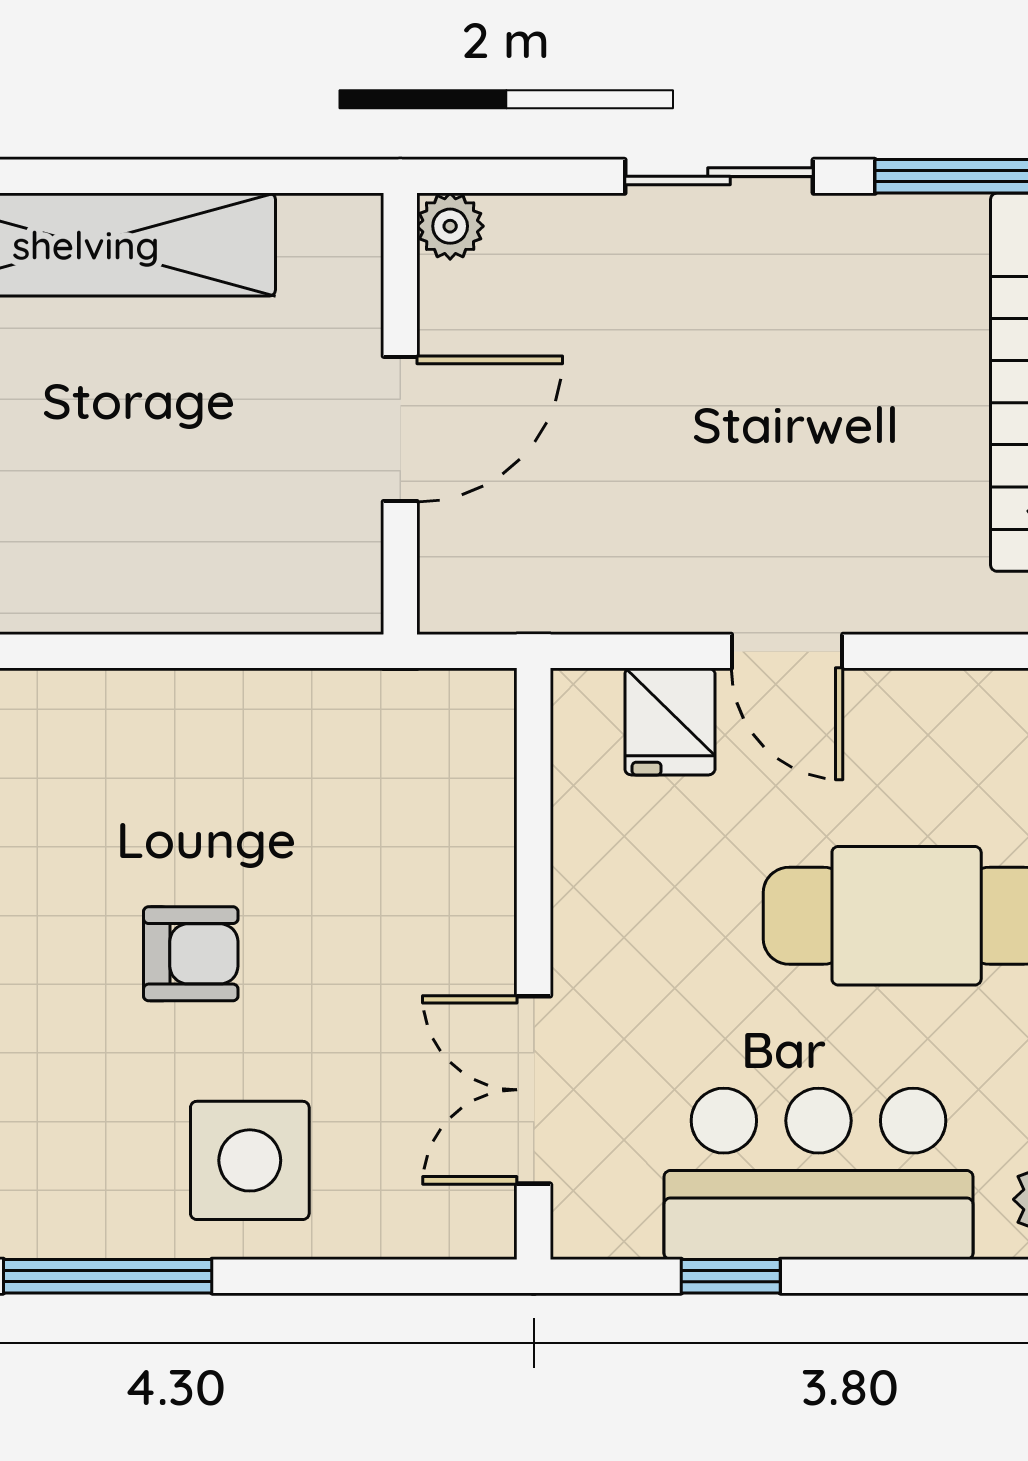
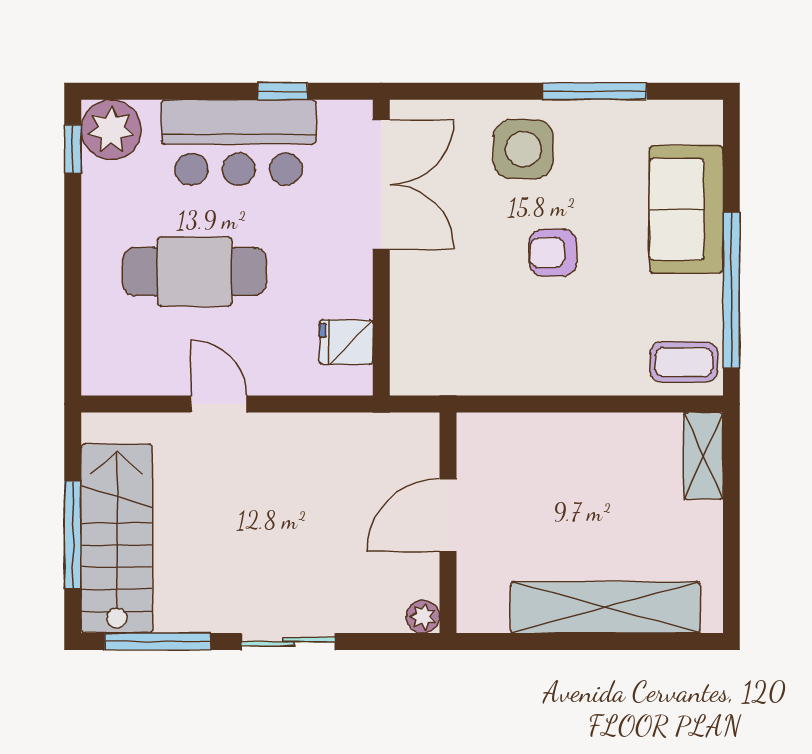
door: (787, 651) -> (219, 404), moved
fridge: (670, 721) -> (346, 342), moved, turned -90
double door: (534, 1090) -> (381, 184), width x1.37

